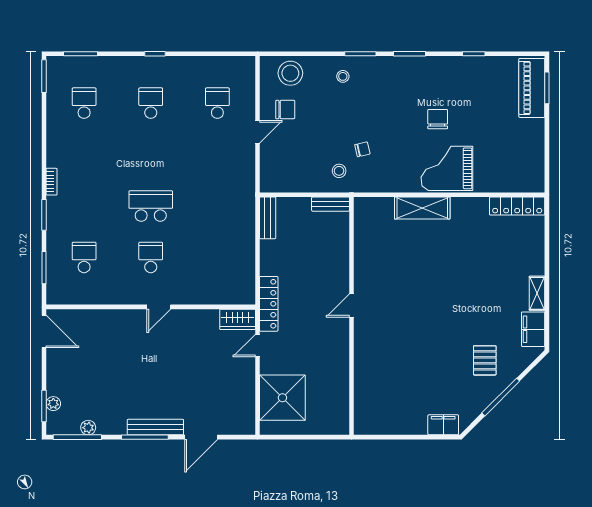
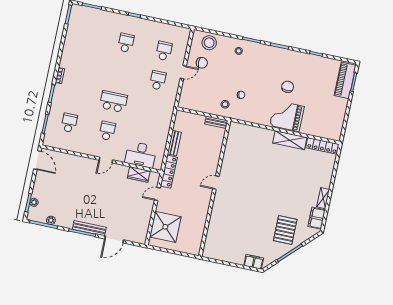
school desk: (84, 103) -> (158, 80), moved
shelving: (422, 208) -> (290, 140), moved
bench: (268, 218) -> (174, 143), moved
desk: (215, 285) -> (141, 155), added
wardrobe: (238, 319) -> (139, 174), moved
pallet: (485, 360) -> (285, 230), width x1.50, depth x1.42

